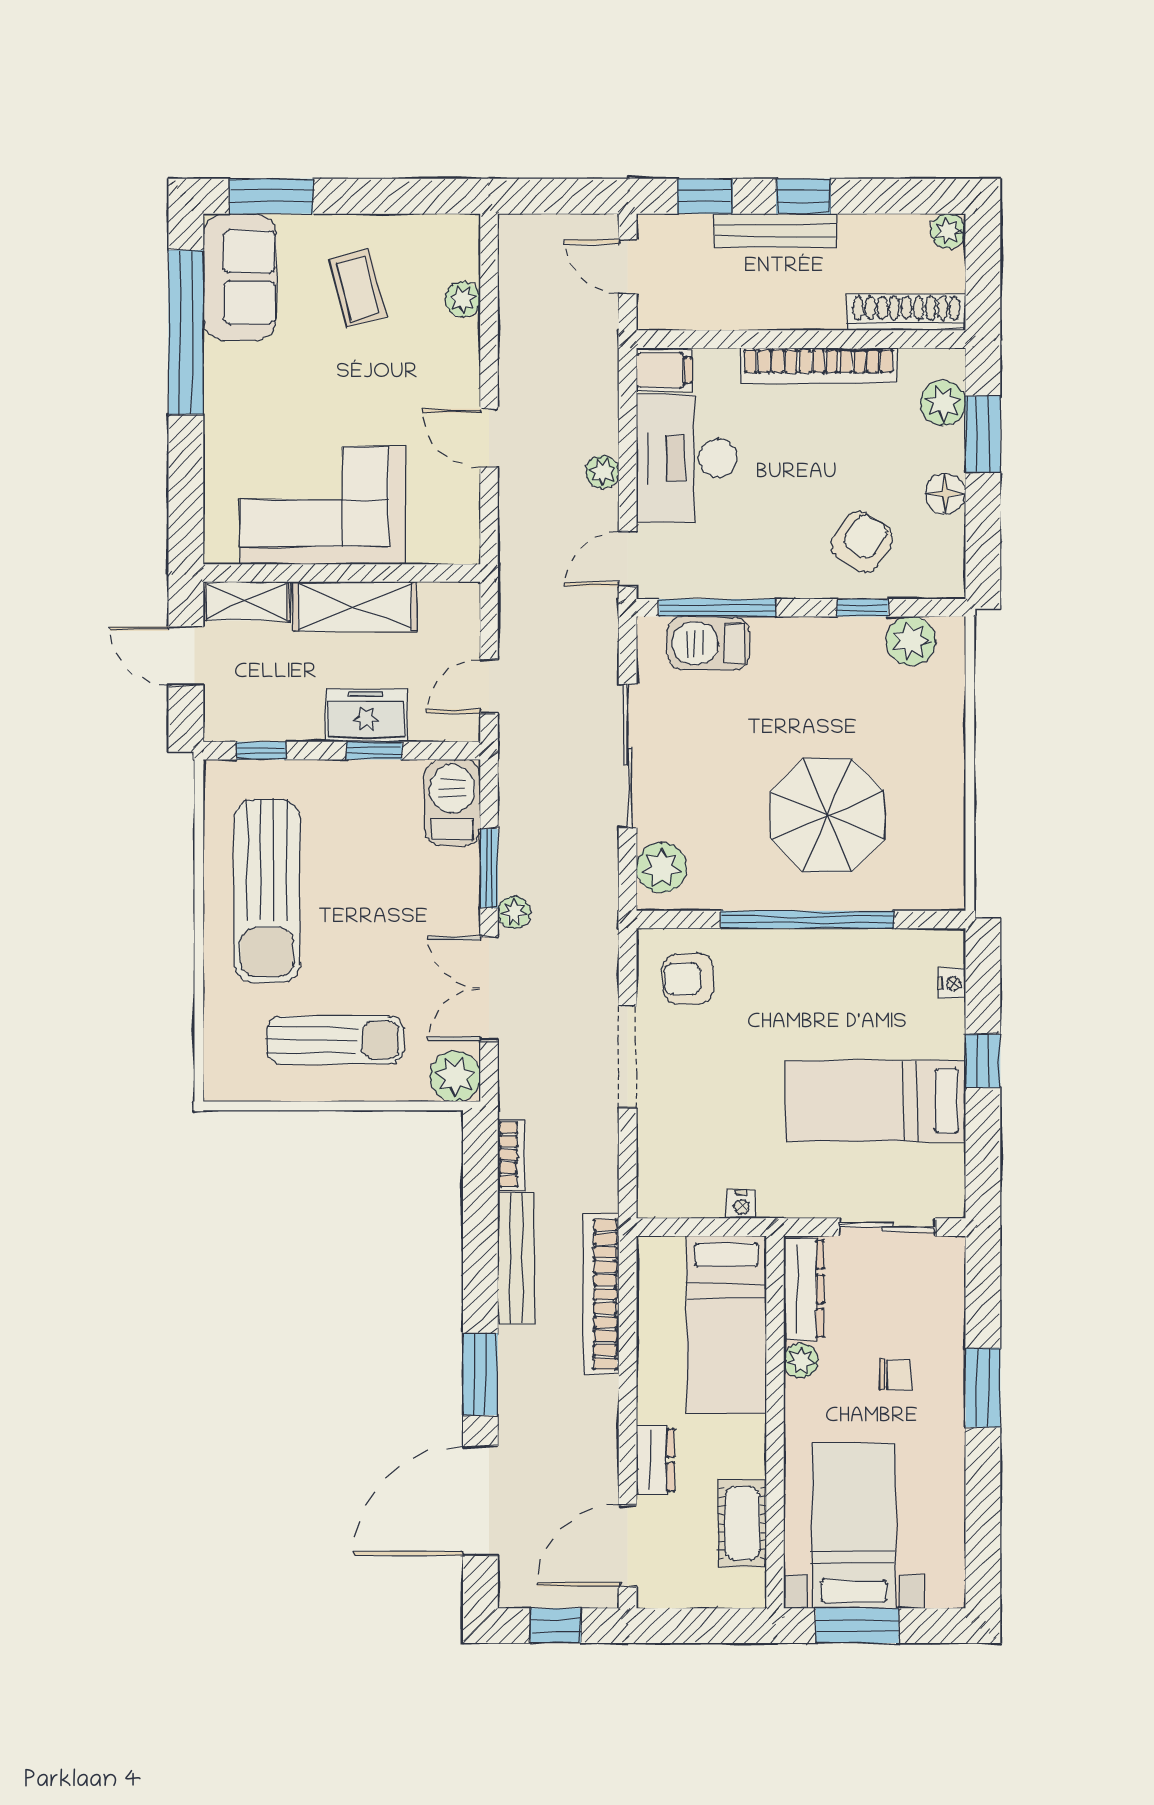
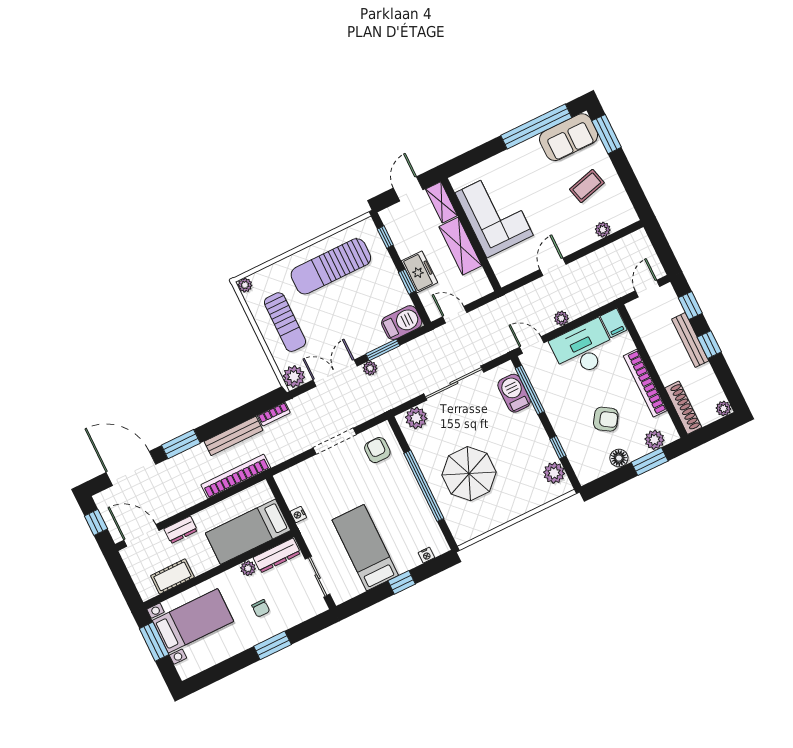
armchair: (862, 542) -> (606, 419), moved
plant: (220, 1085) -> (245, 285), added

